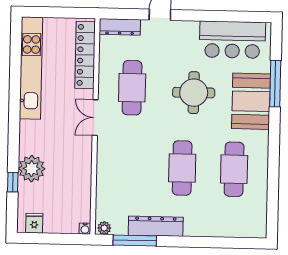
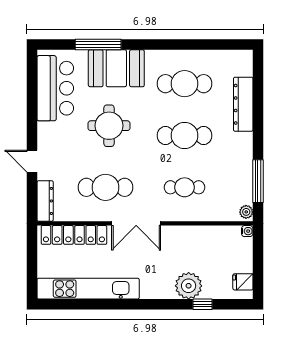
double door: (95, 118) -> (136, 223), width x1.37
cafe table: (130, 167) -> (185, 187), added
dresser: (156, 226) -> (243, 104), moved

